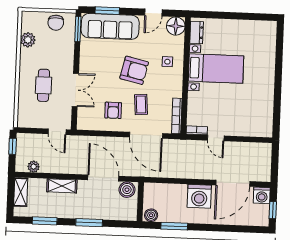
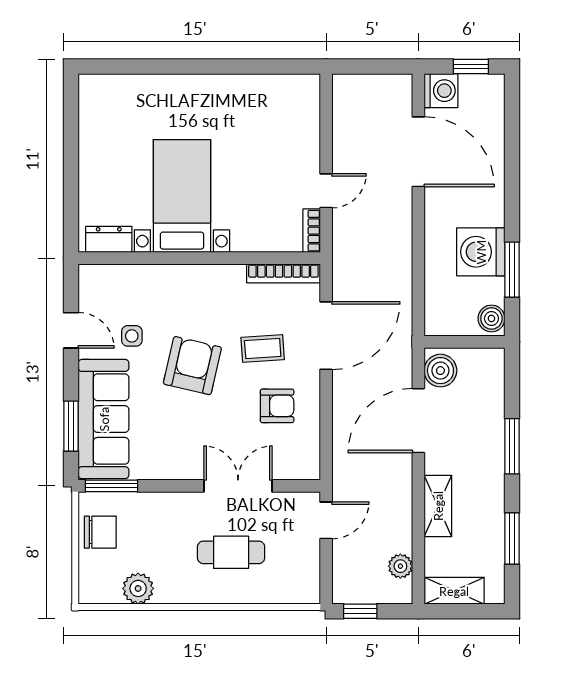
floor lamp: (176, 26) -> (97, 283), removed
side table: (167, 62) -> (132, 336), moved
washing machine: (199, 196) -> (481, 252), moved, turned 180

